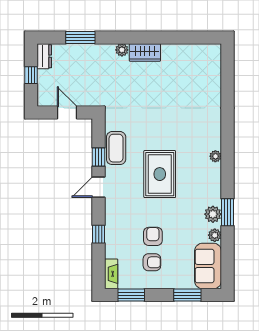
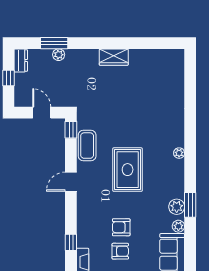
plant: (122, 50) -> (59, 55), moved
window: (99, 157) -> (71, 130), moved
window: (99, 234) -> (71, 242), moved
armchair: (153, 236) -> (121, 227), turned -90

